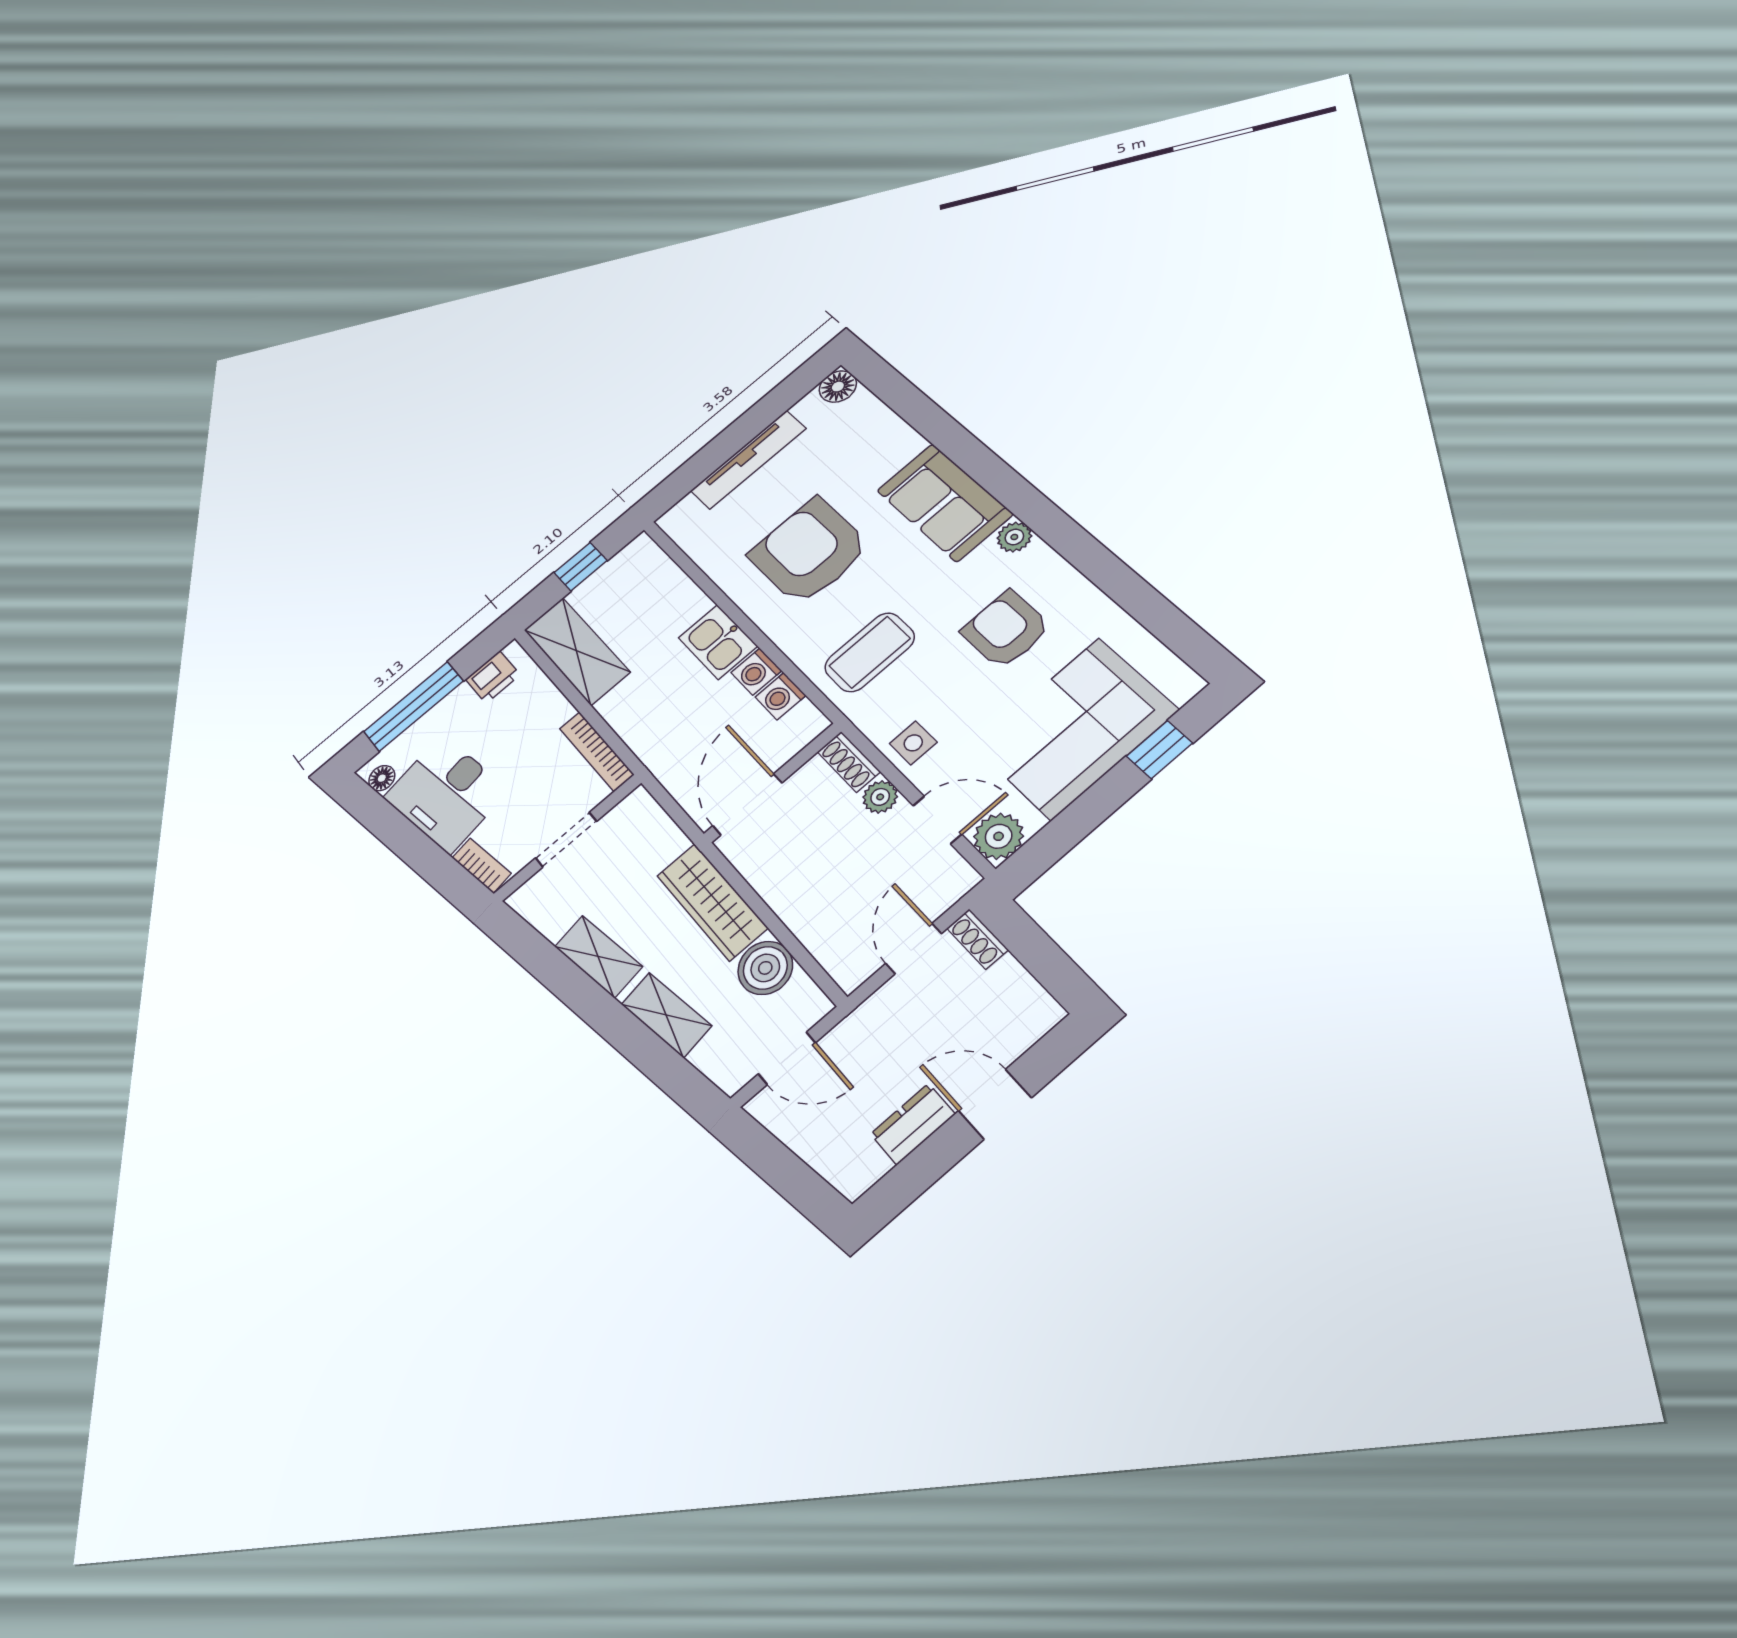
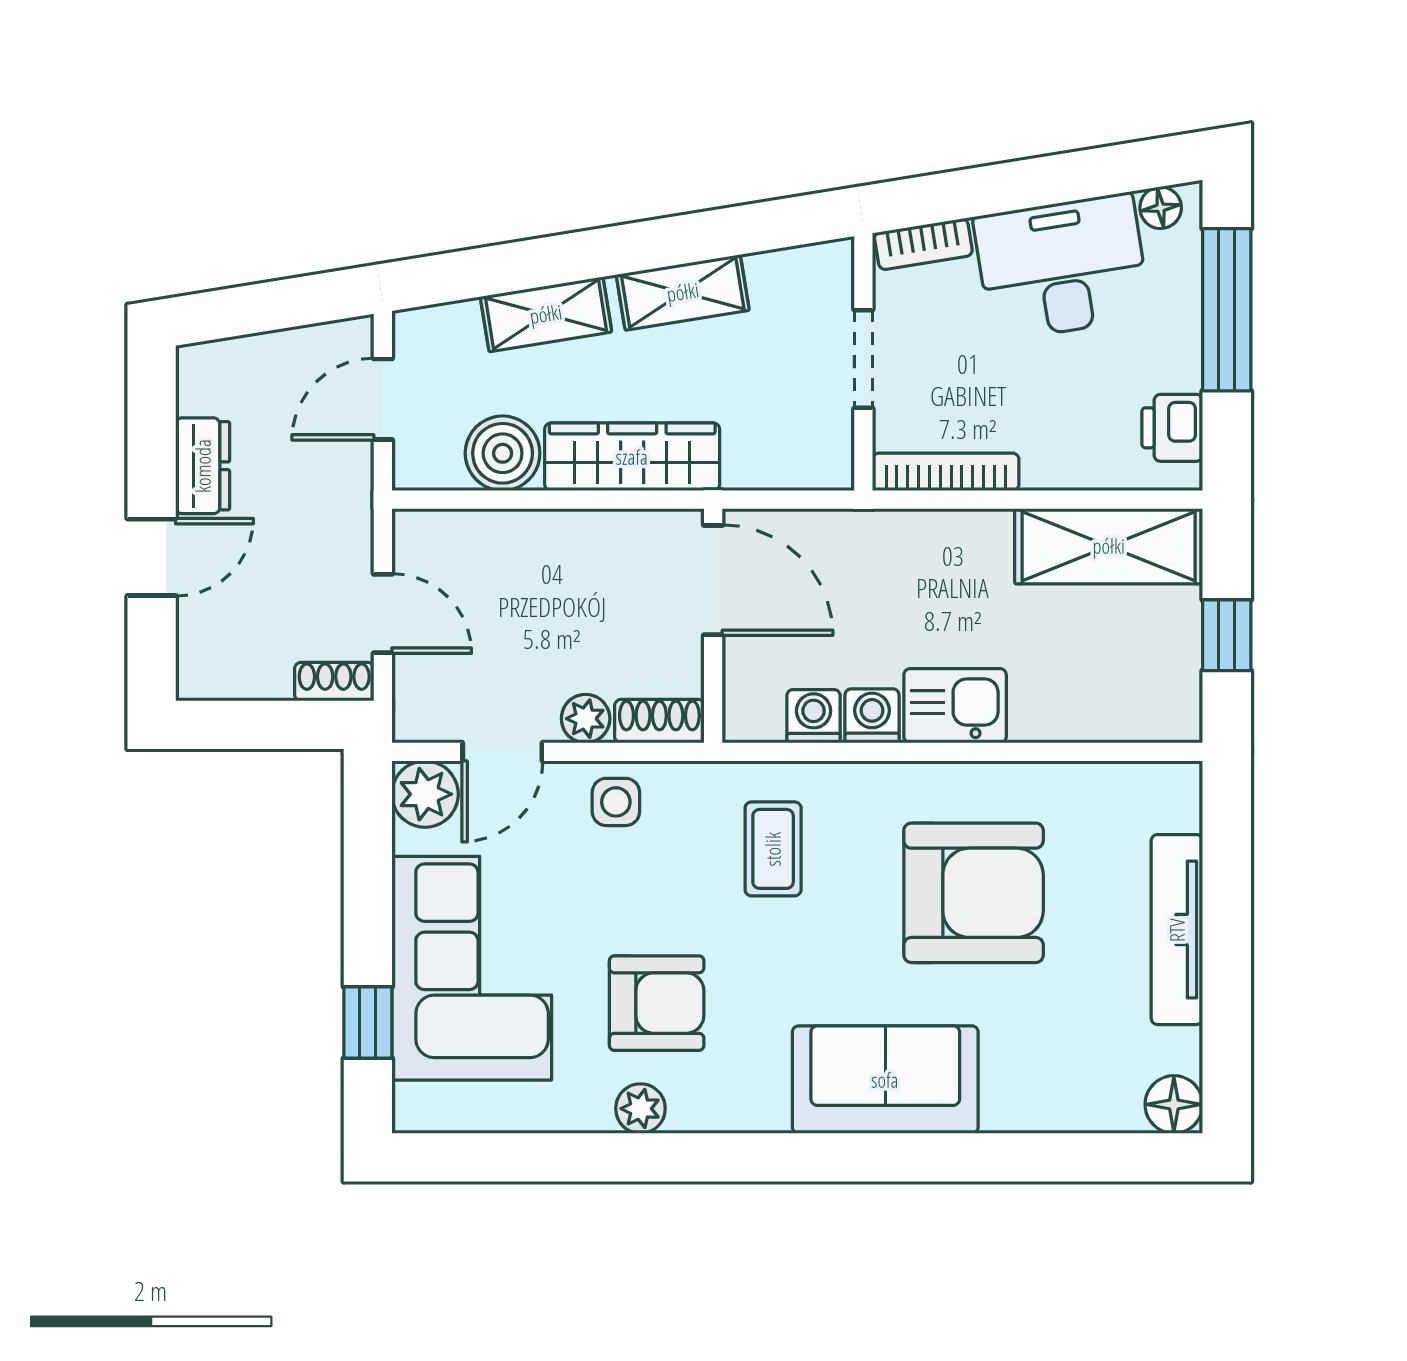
plant: (1014, 537) -> (640, 1109), moved
coffee table: (870, 652) -> (773, 849), width x0.73, depth x0.77

